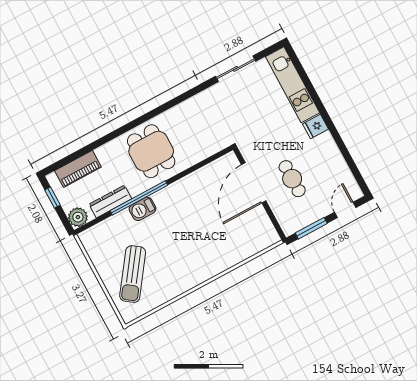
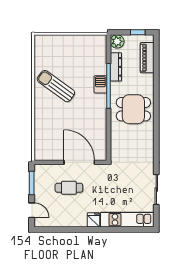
sun lounger: (133, 274) -> (56, 86), moved

